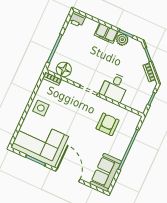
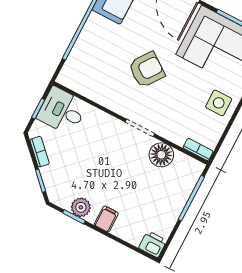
filing cabinet: (106, 33) -> (106, 219), width x0.50
floor lamp: (64, 69) -> (161, 155), moved
desk: (115, 87) -> (62, 111), moved, turned -90
armchair: (108, 124) -> (147, 70), moved, turned -144

